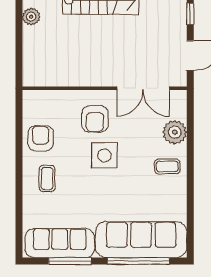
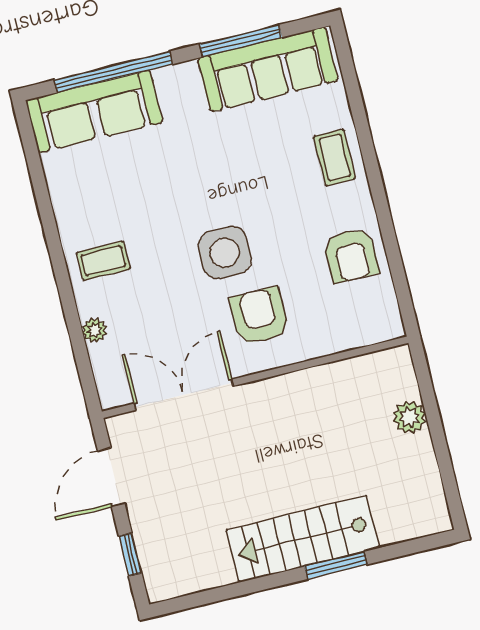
plant: (31, 17) -> (409, 417), moved
plant: (175, 132) -> (94, 330), width x0.53, depth x0.53
coffee table: (47, 178) -> (335, 158), moved
sofa: (141, 240) -> (94, 111), width x0.74, depth x0.79

